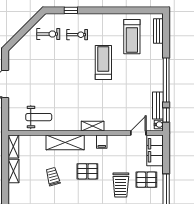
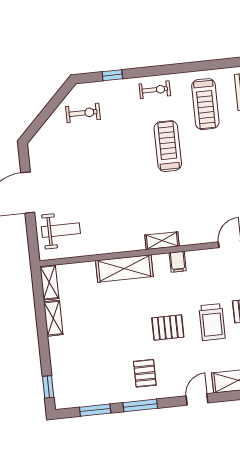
exercise bike: (77, 35) -> (155, 90), moved
weight bench: (39, 117) -> (61, 230), moved
pallet: (87, 171) -> (168, 327), moved
trolley: (53, 177) -> (112, 320), removed

